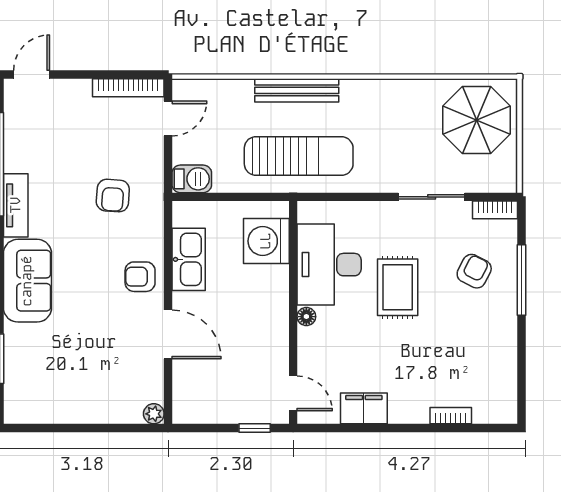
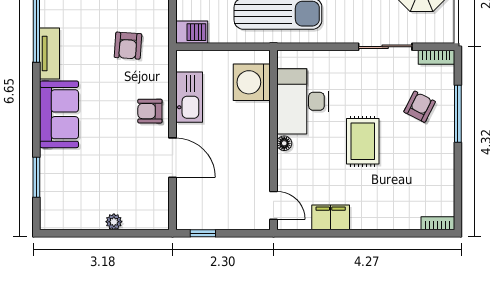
rug: (398, 287) -> (363, 141), moved
plant: (154, 414) -> (114, 222), moved
bookcase: (451, 416) -> (438, 223), moved
window: (255, 428) -> (203, 233), moved

